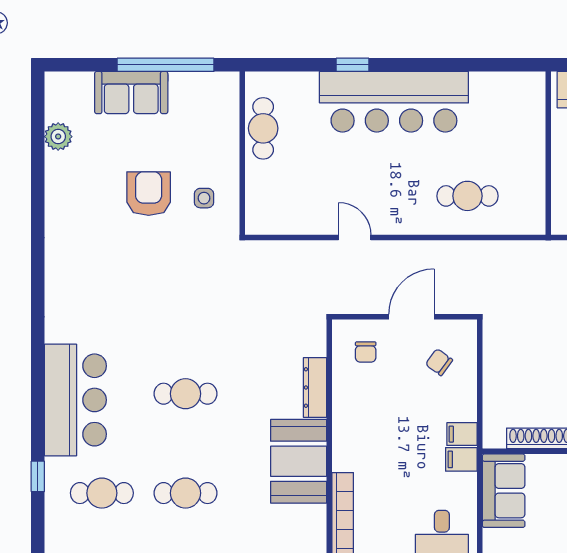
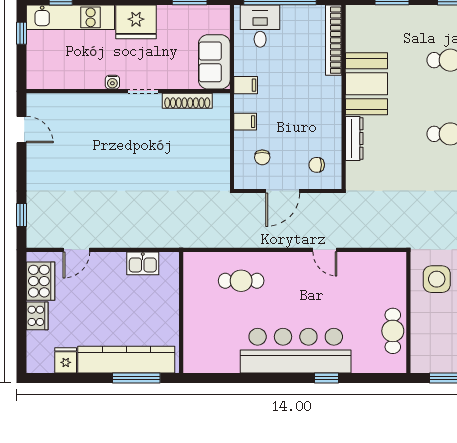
side table: (204, 198) -> (437, 279), width x1.87, depth x1.87
chair: (366, 352) -> (317, 165), turned -90
chair: (439, 362) -> (262, 157), turned 54
filing cabinet: (462, 434) -> (245, 122), moved

